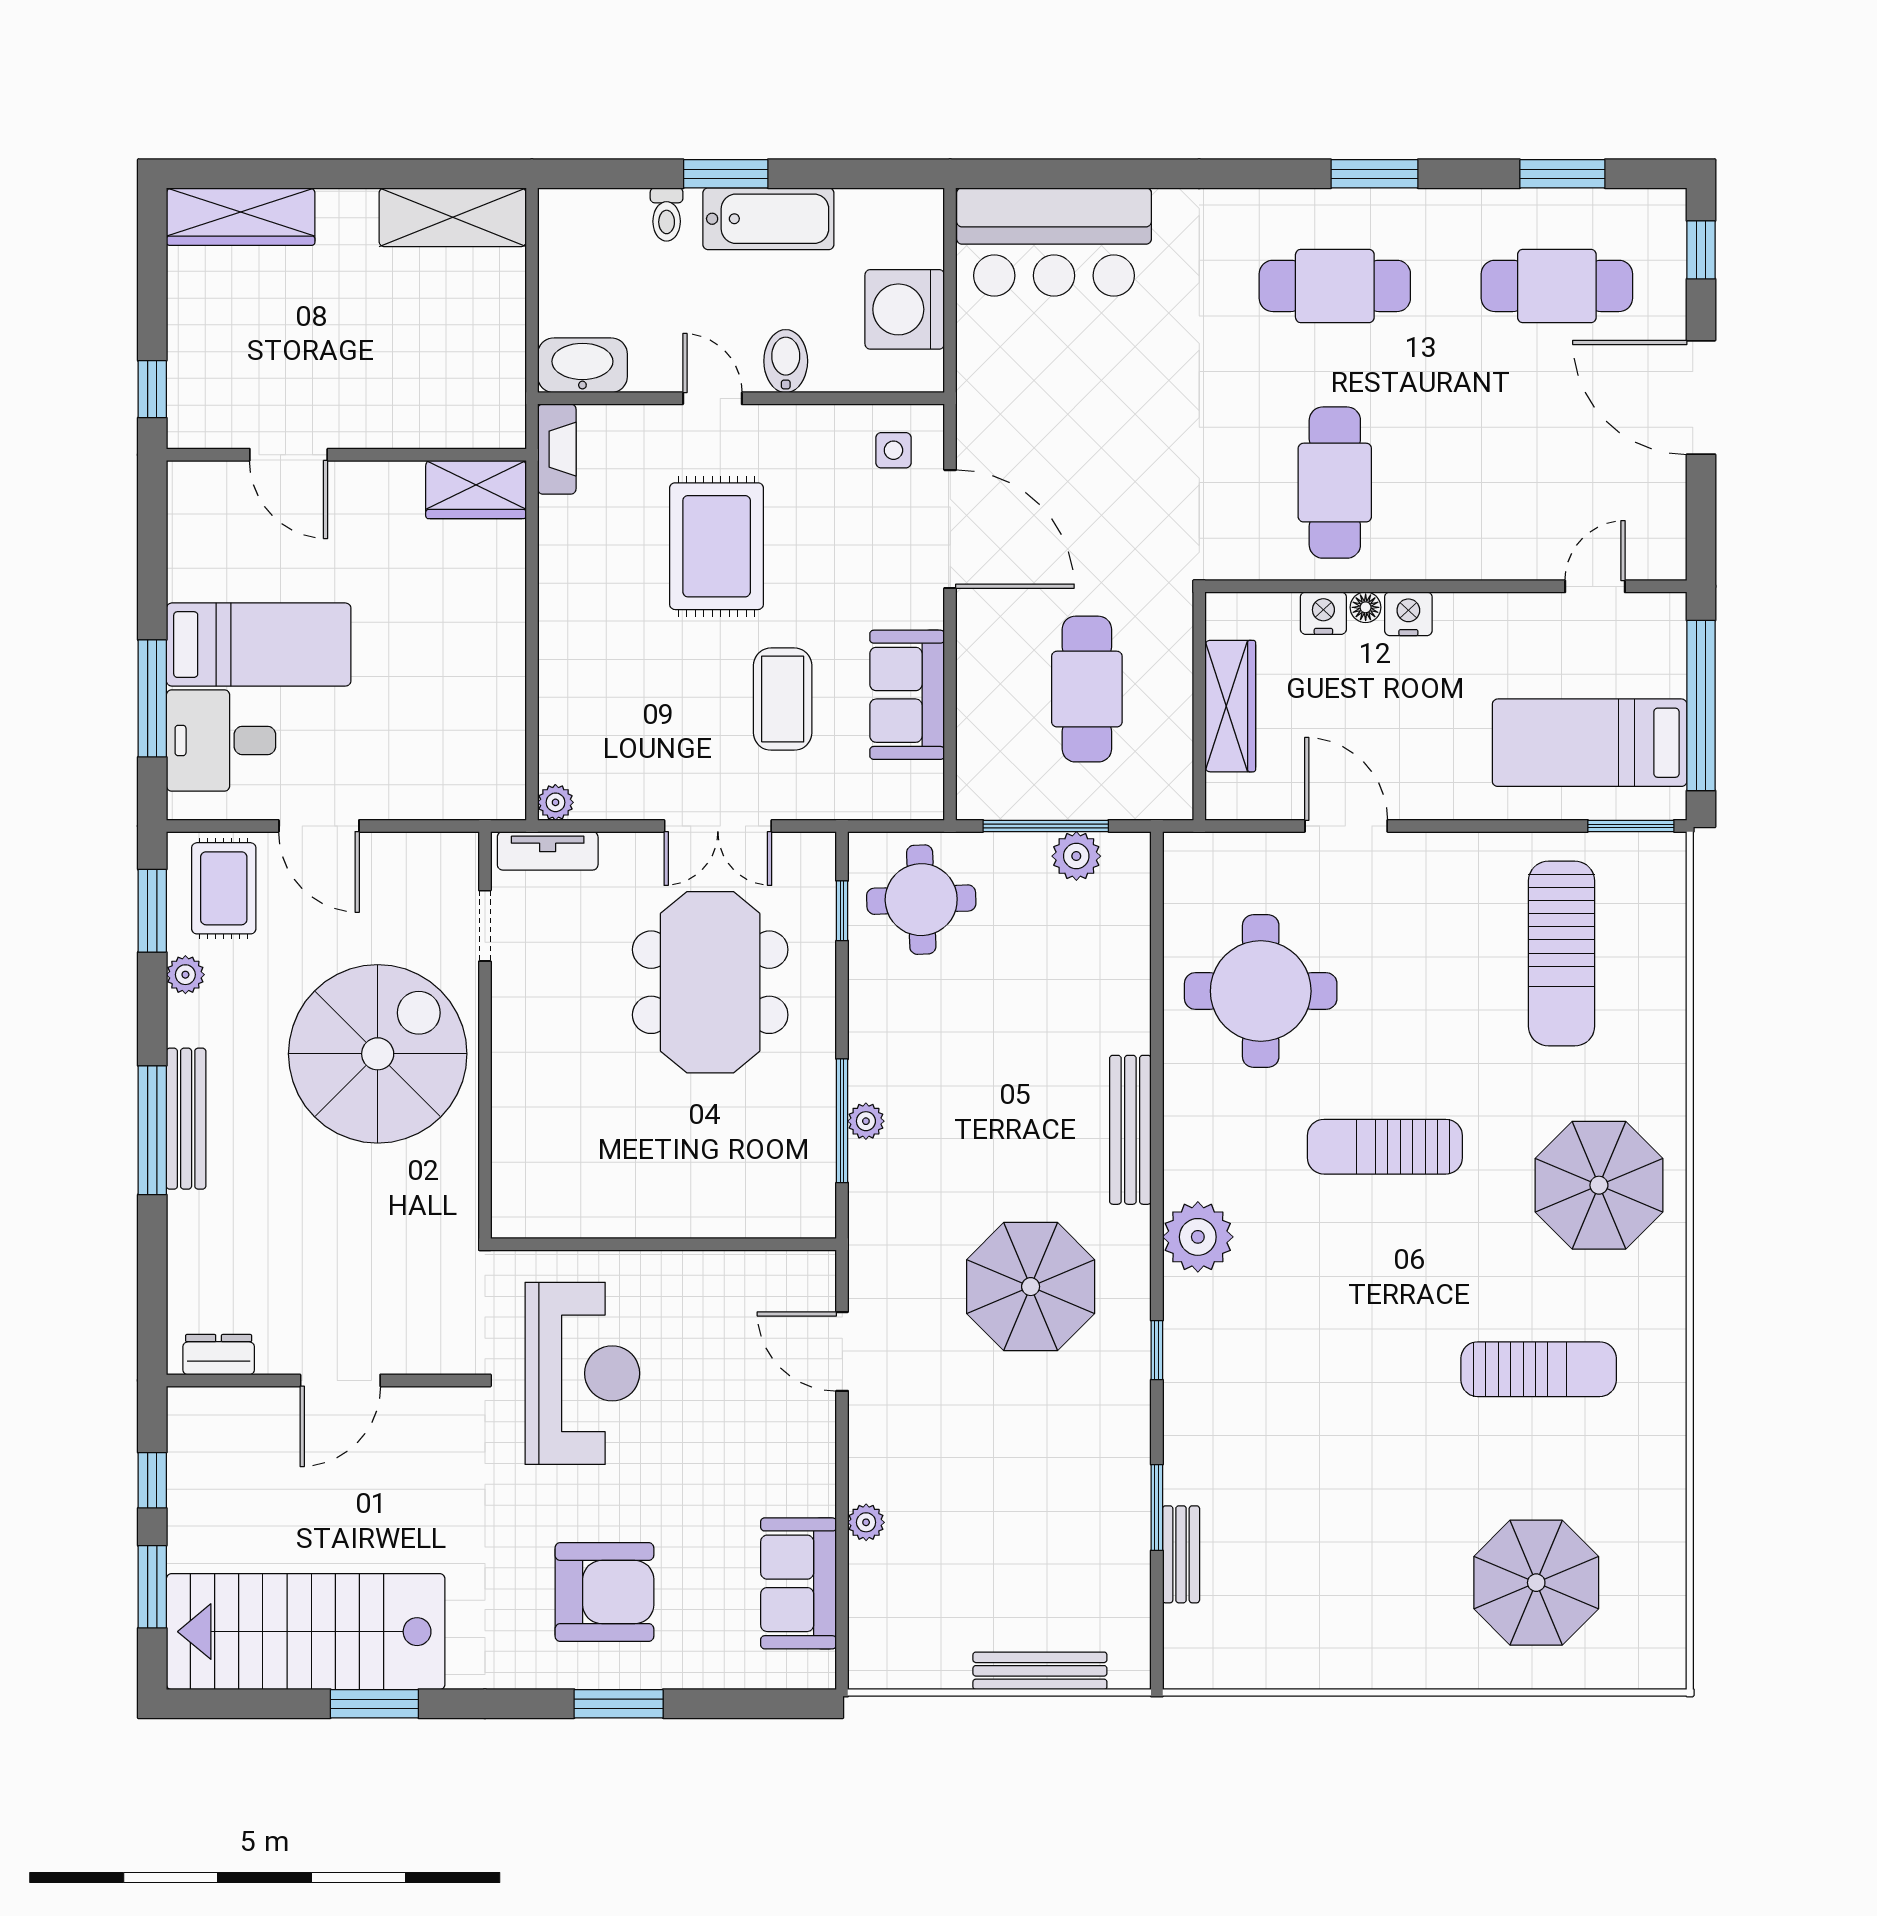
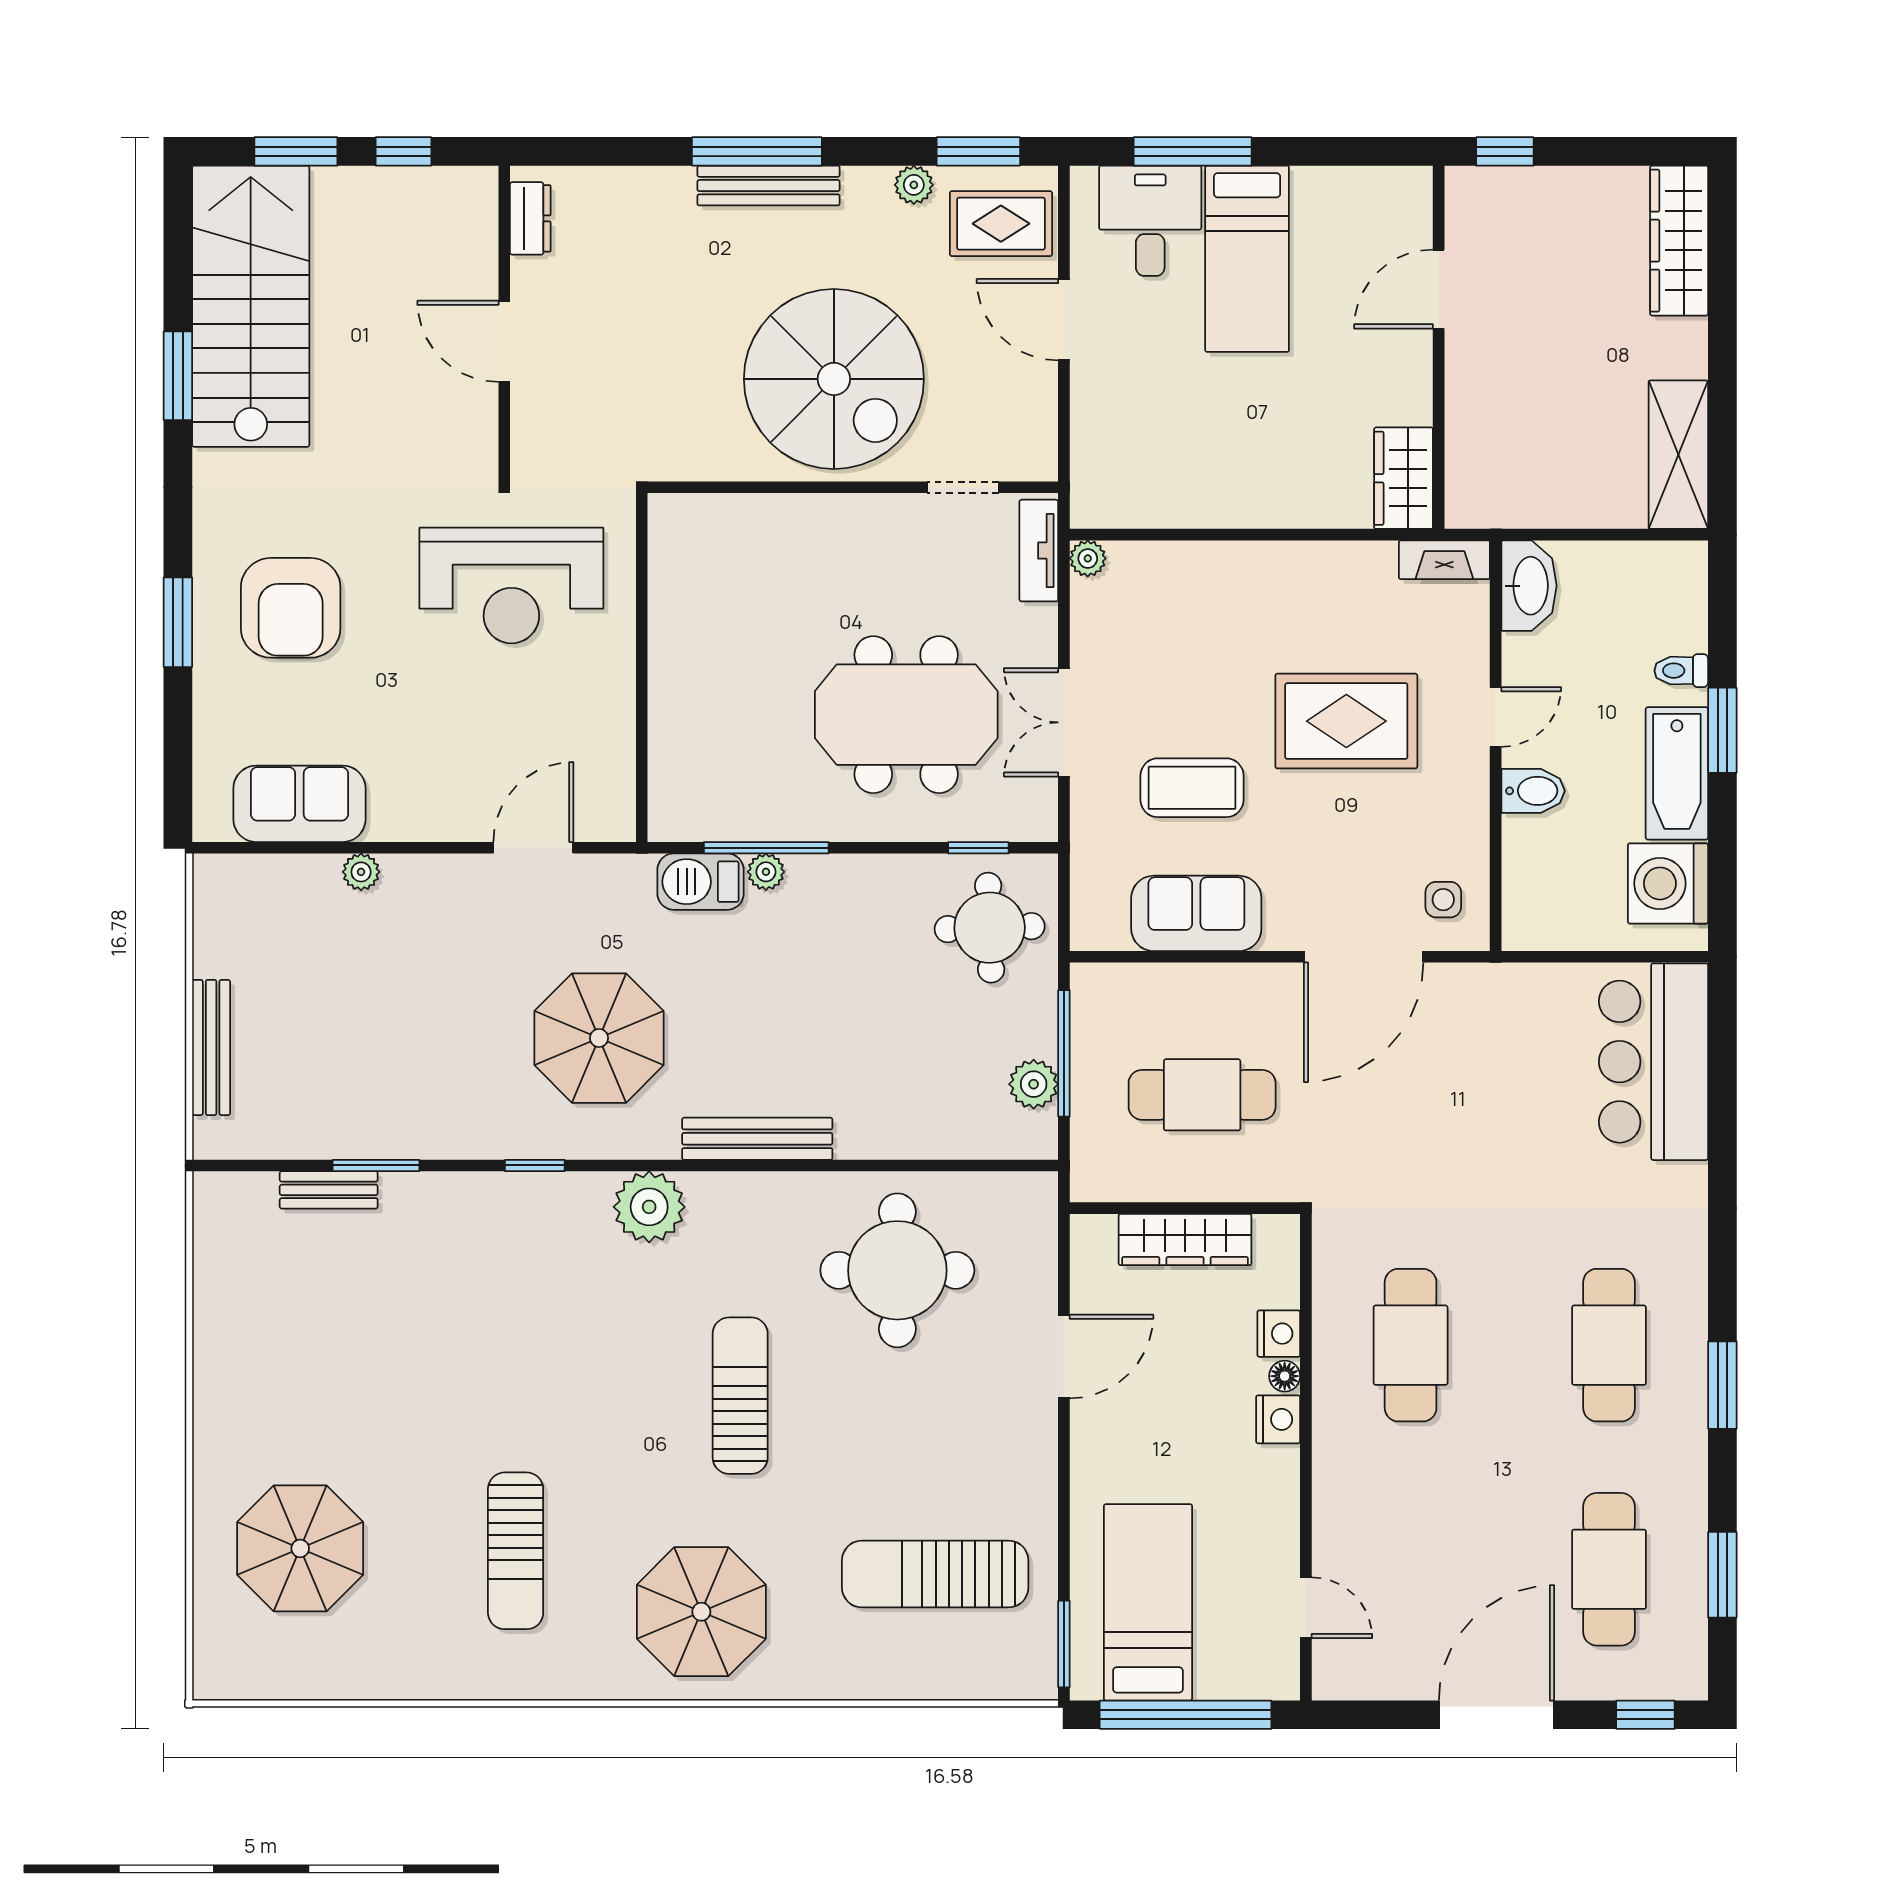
washing machine: (905, 309) -> (1668, 883), moved, turned -90
cafe table: (1335, 483) -> (1411, 1345), turned 90
door: (319, 826) -> (1064, 320), hinge flipped
barbecue: (876, 1186) -> (700, 882), added

